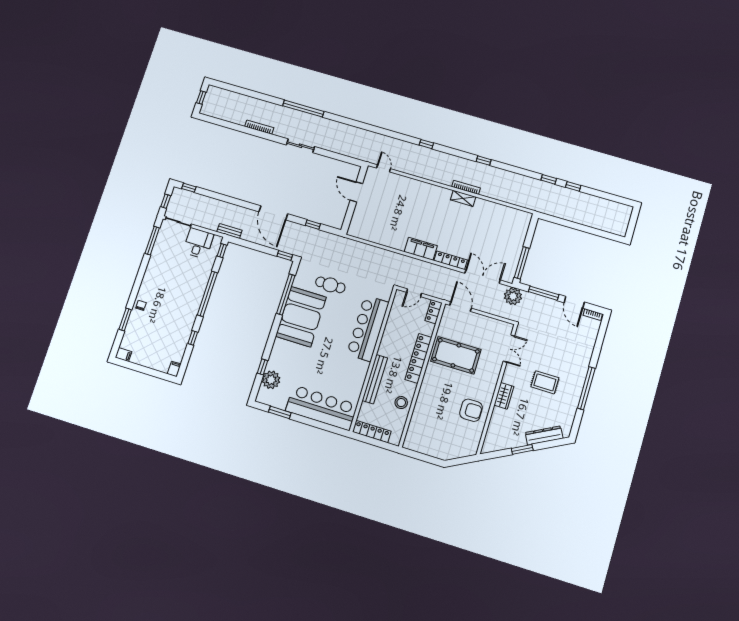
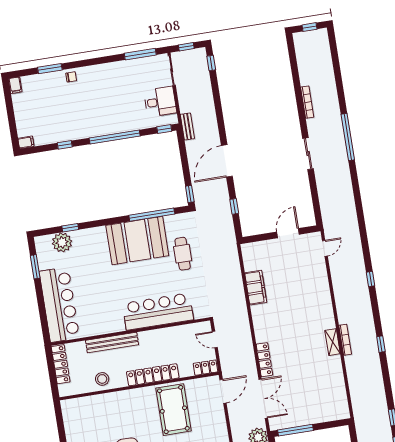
filing cabinet: (421, 249) -> (256, 288), moved

